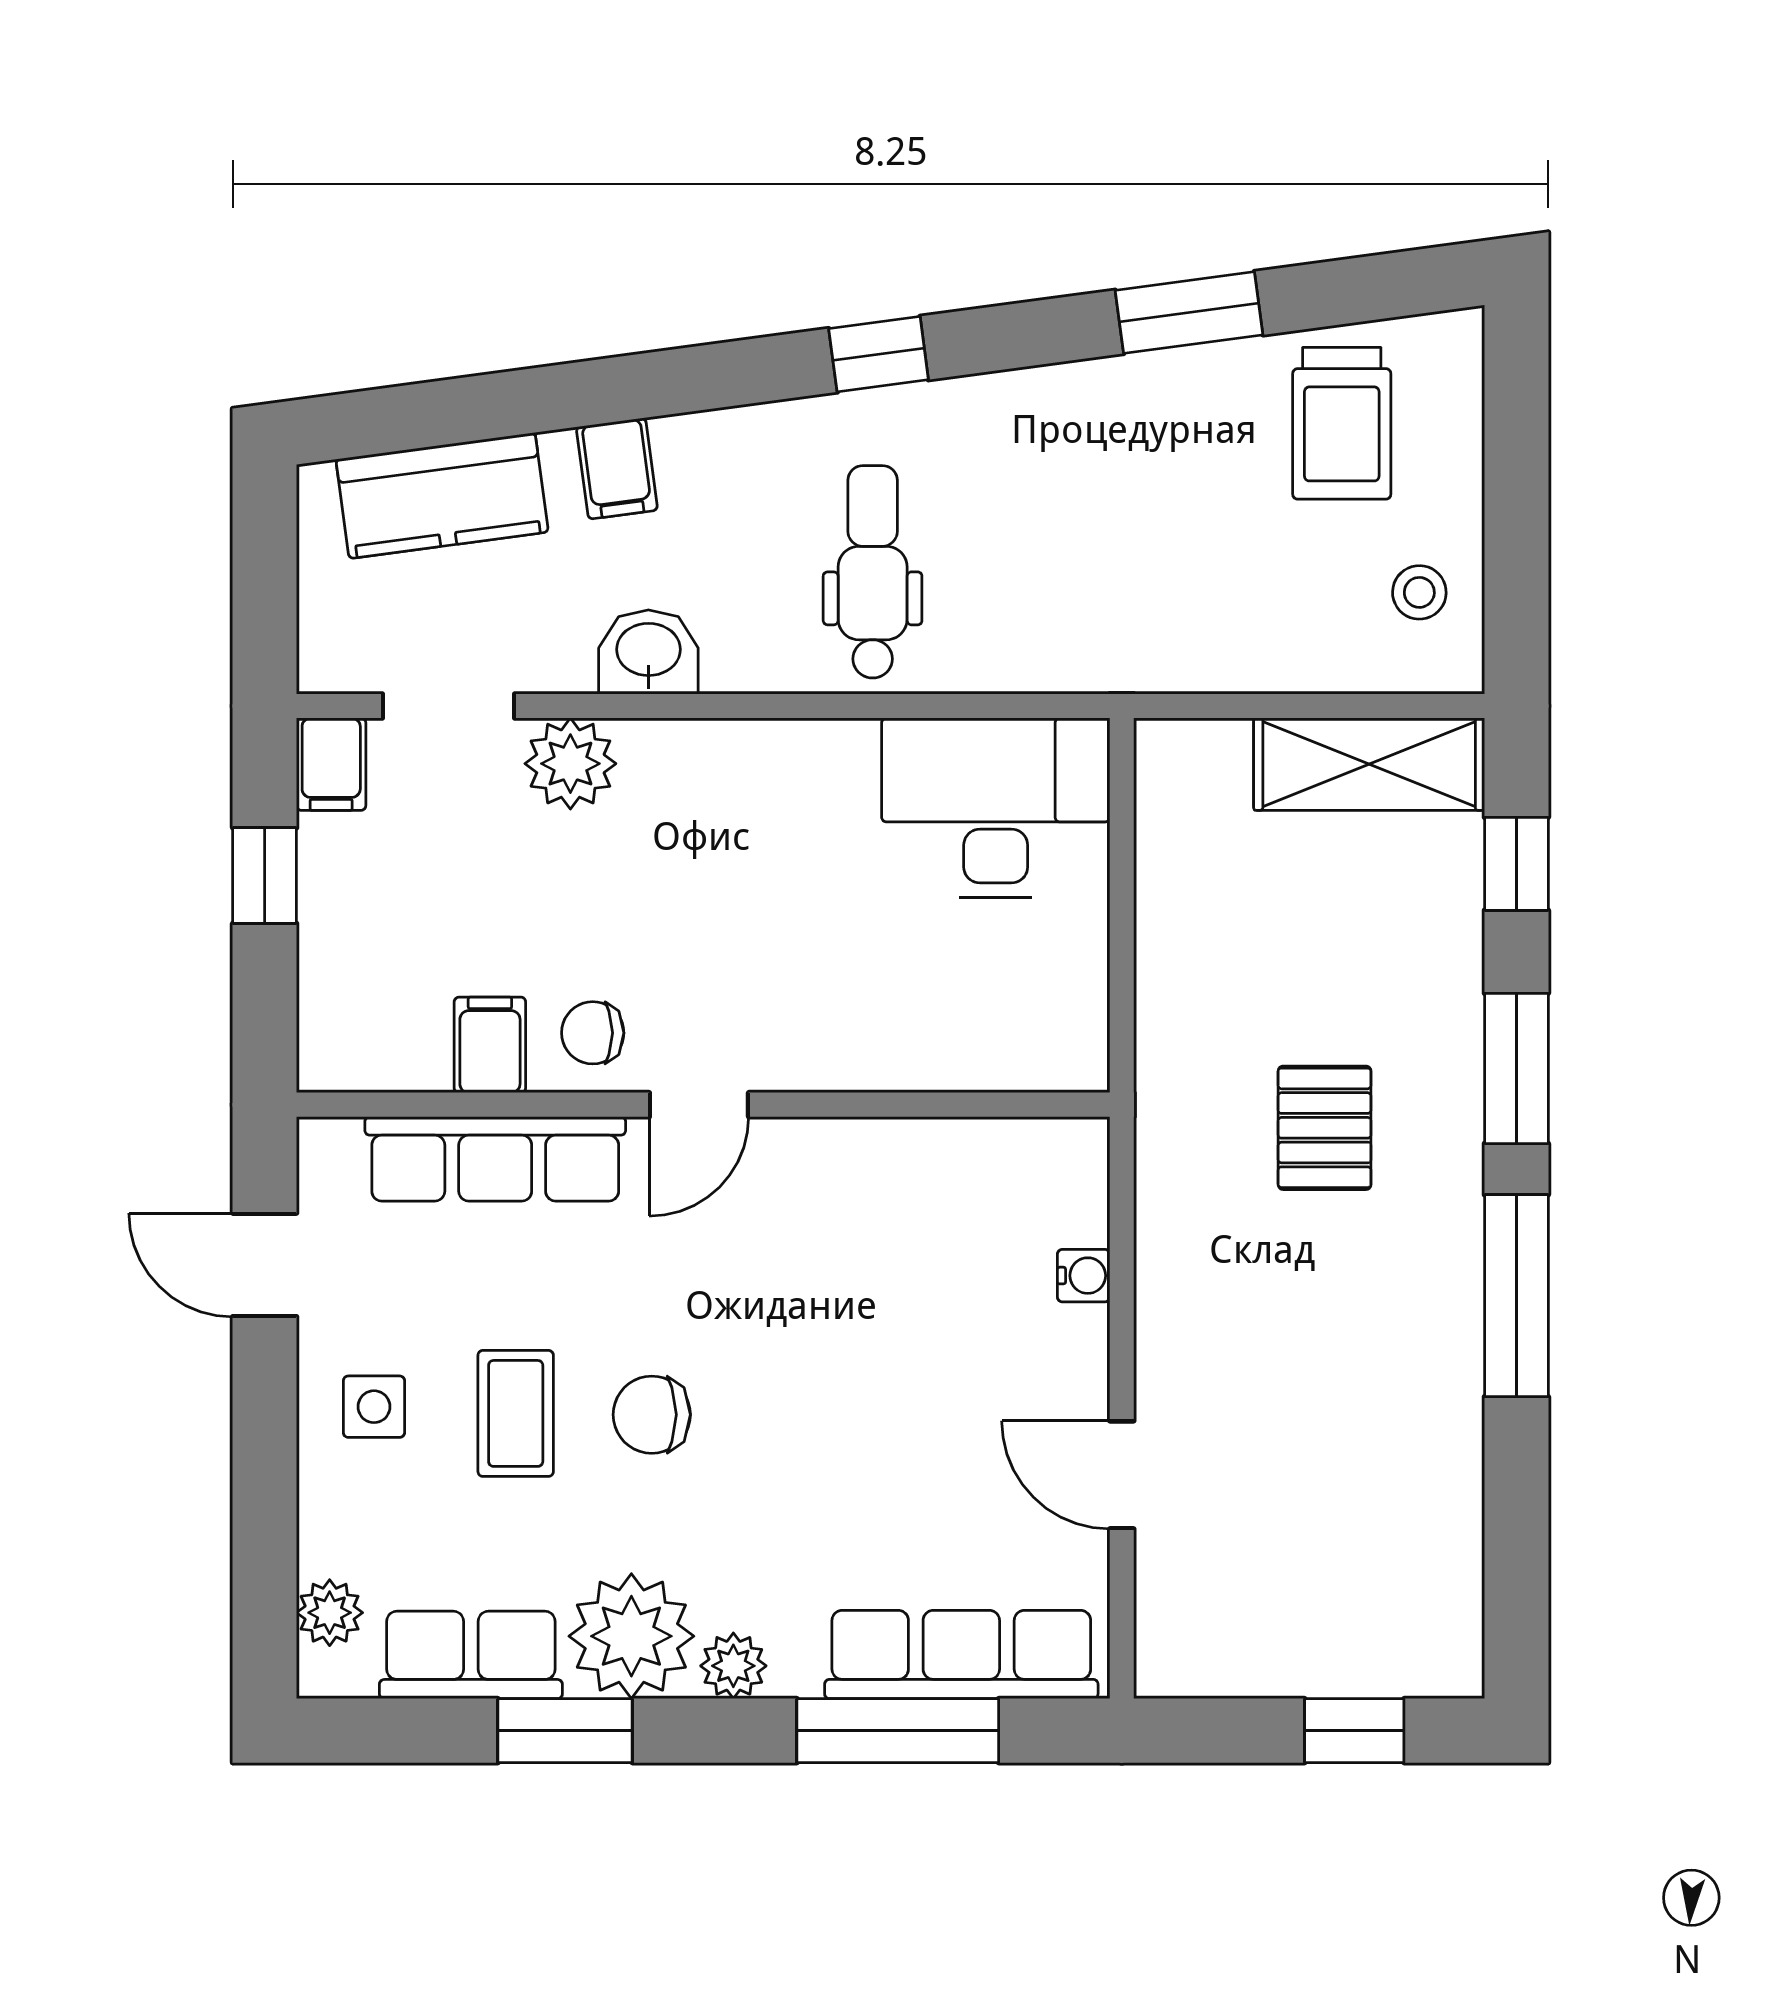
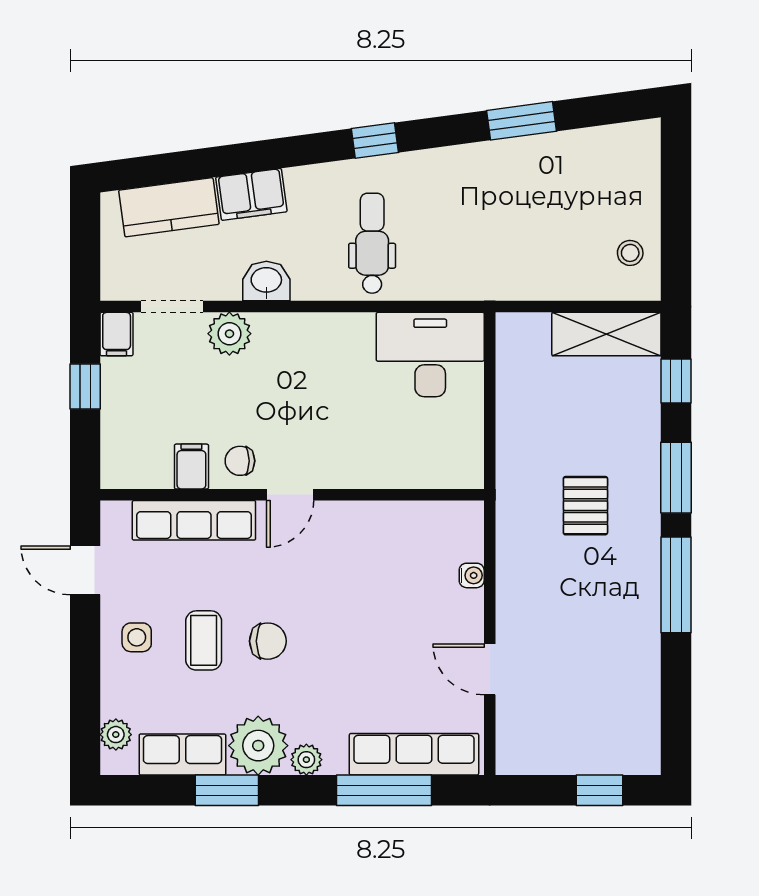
trolley: (1342, 423) -> (594, 173), removed
filing cabinet: (617, 469) -> (251, 194), width x2.00
chair: (652, 1415) -> (268, 641), turned 180

